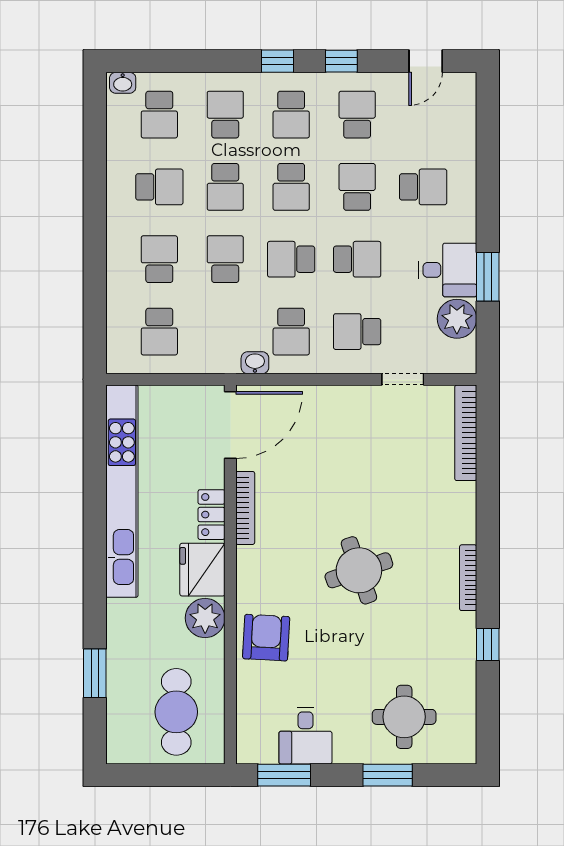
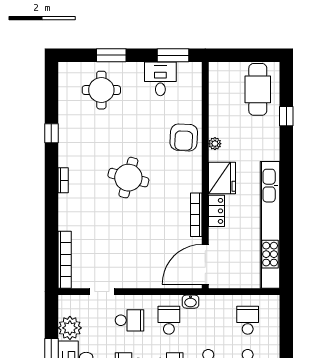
round table: (359, 570) -> (128, 178), turned 34
bookcase: (468, 578) -> (63, 180), width x0.64
plant: (205, 618) -> (215, 144), width x0.53, depth x0.53
window: (95, 673) -> (286, 116), width x0.67
cafe table: (176, 712) -> (258, 89), moved

